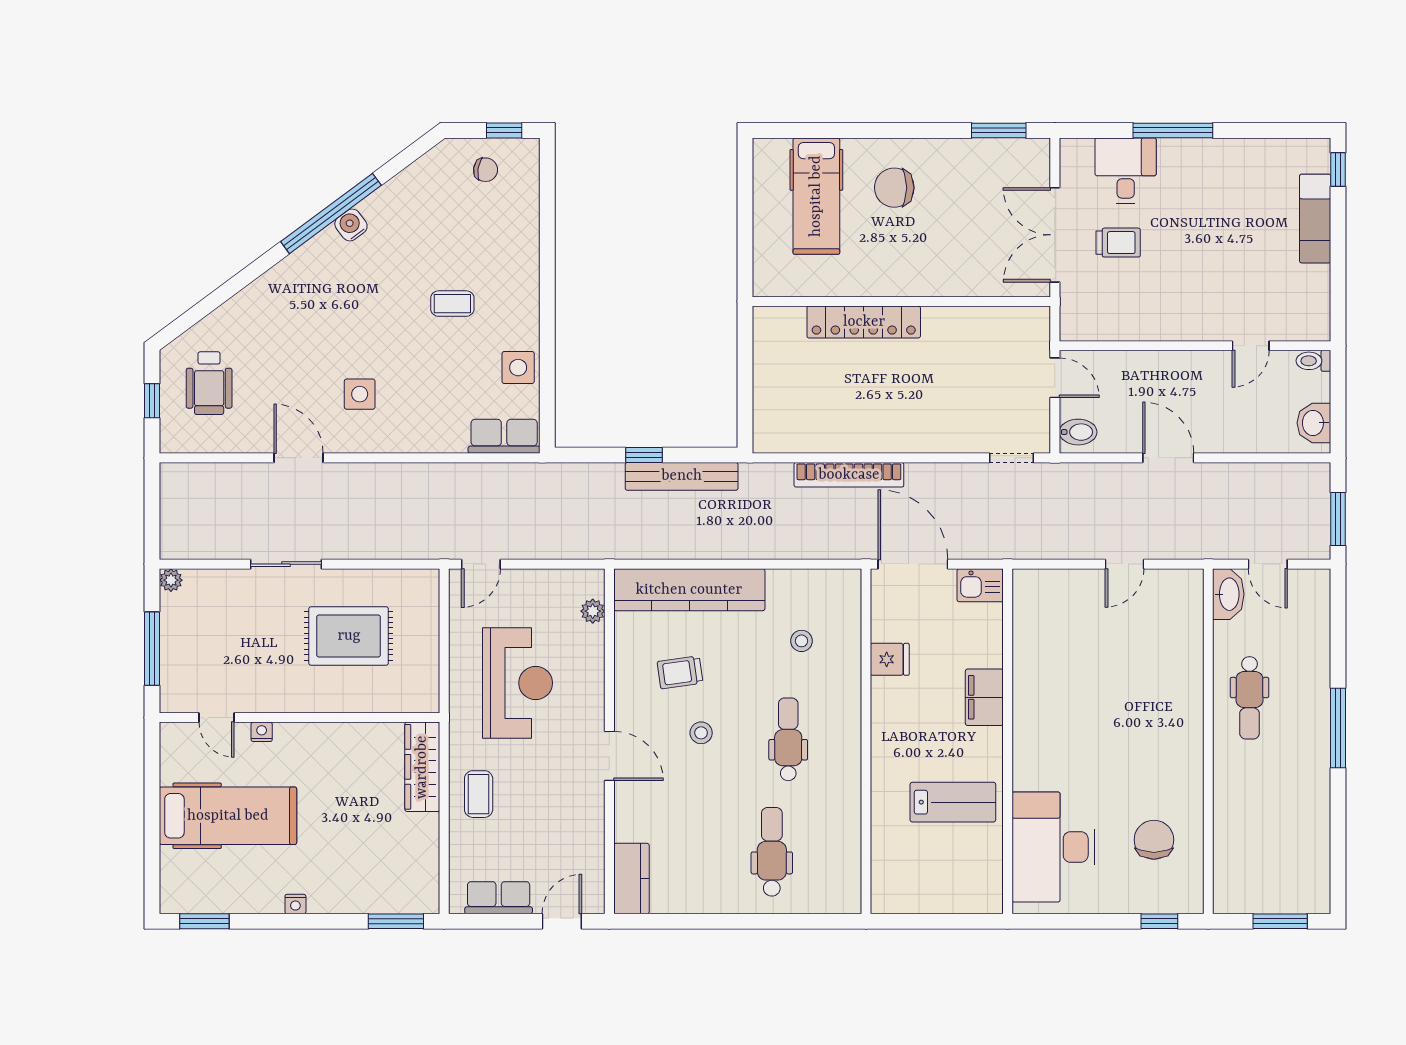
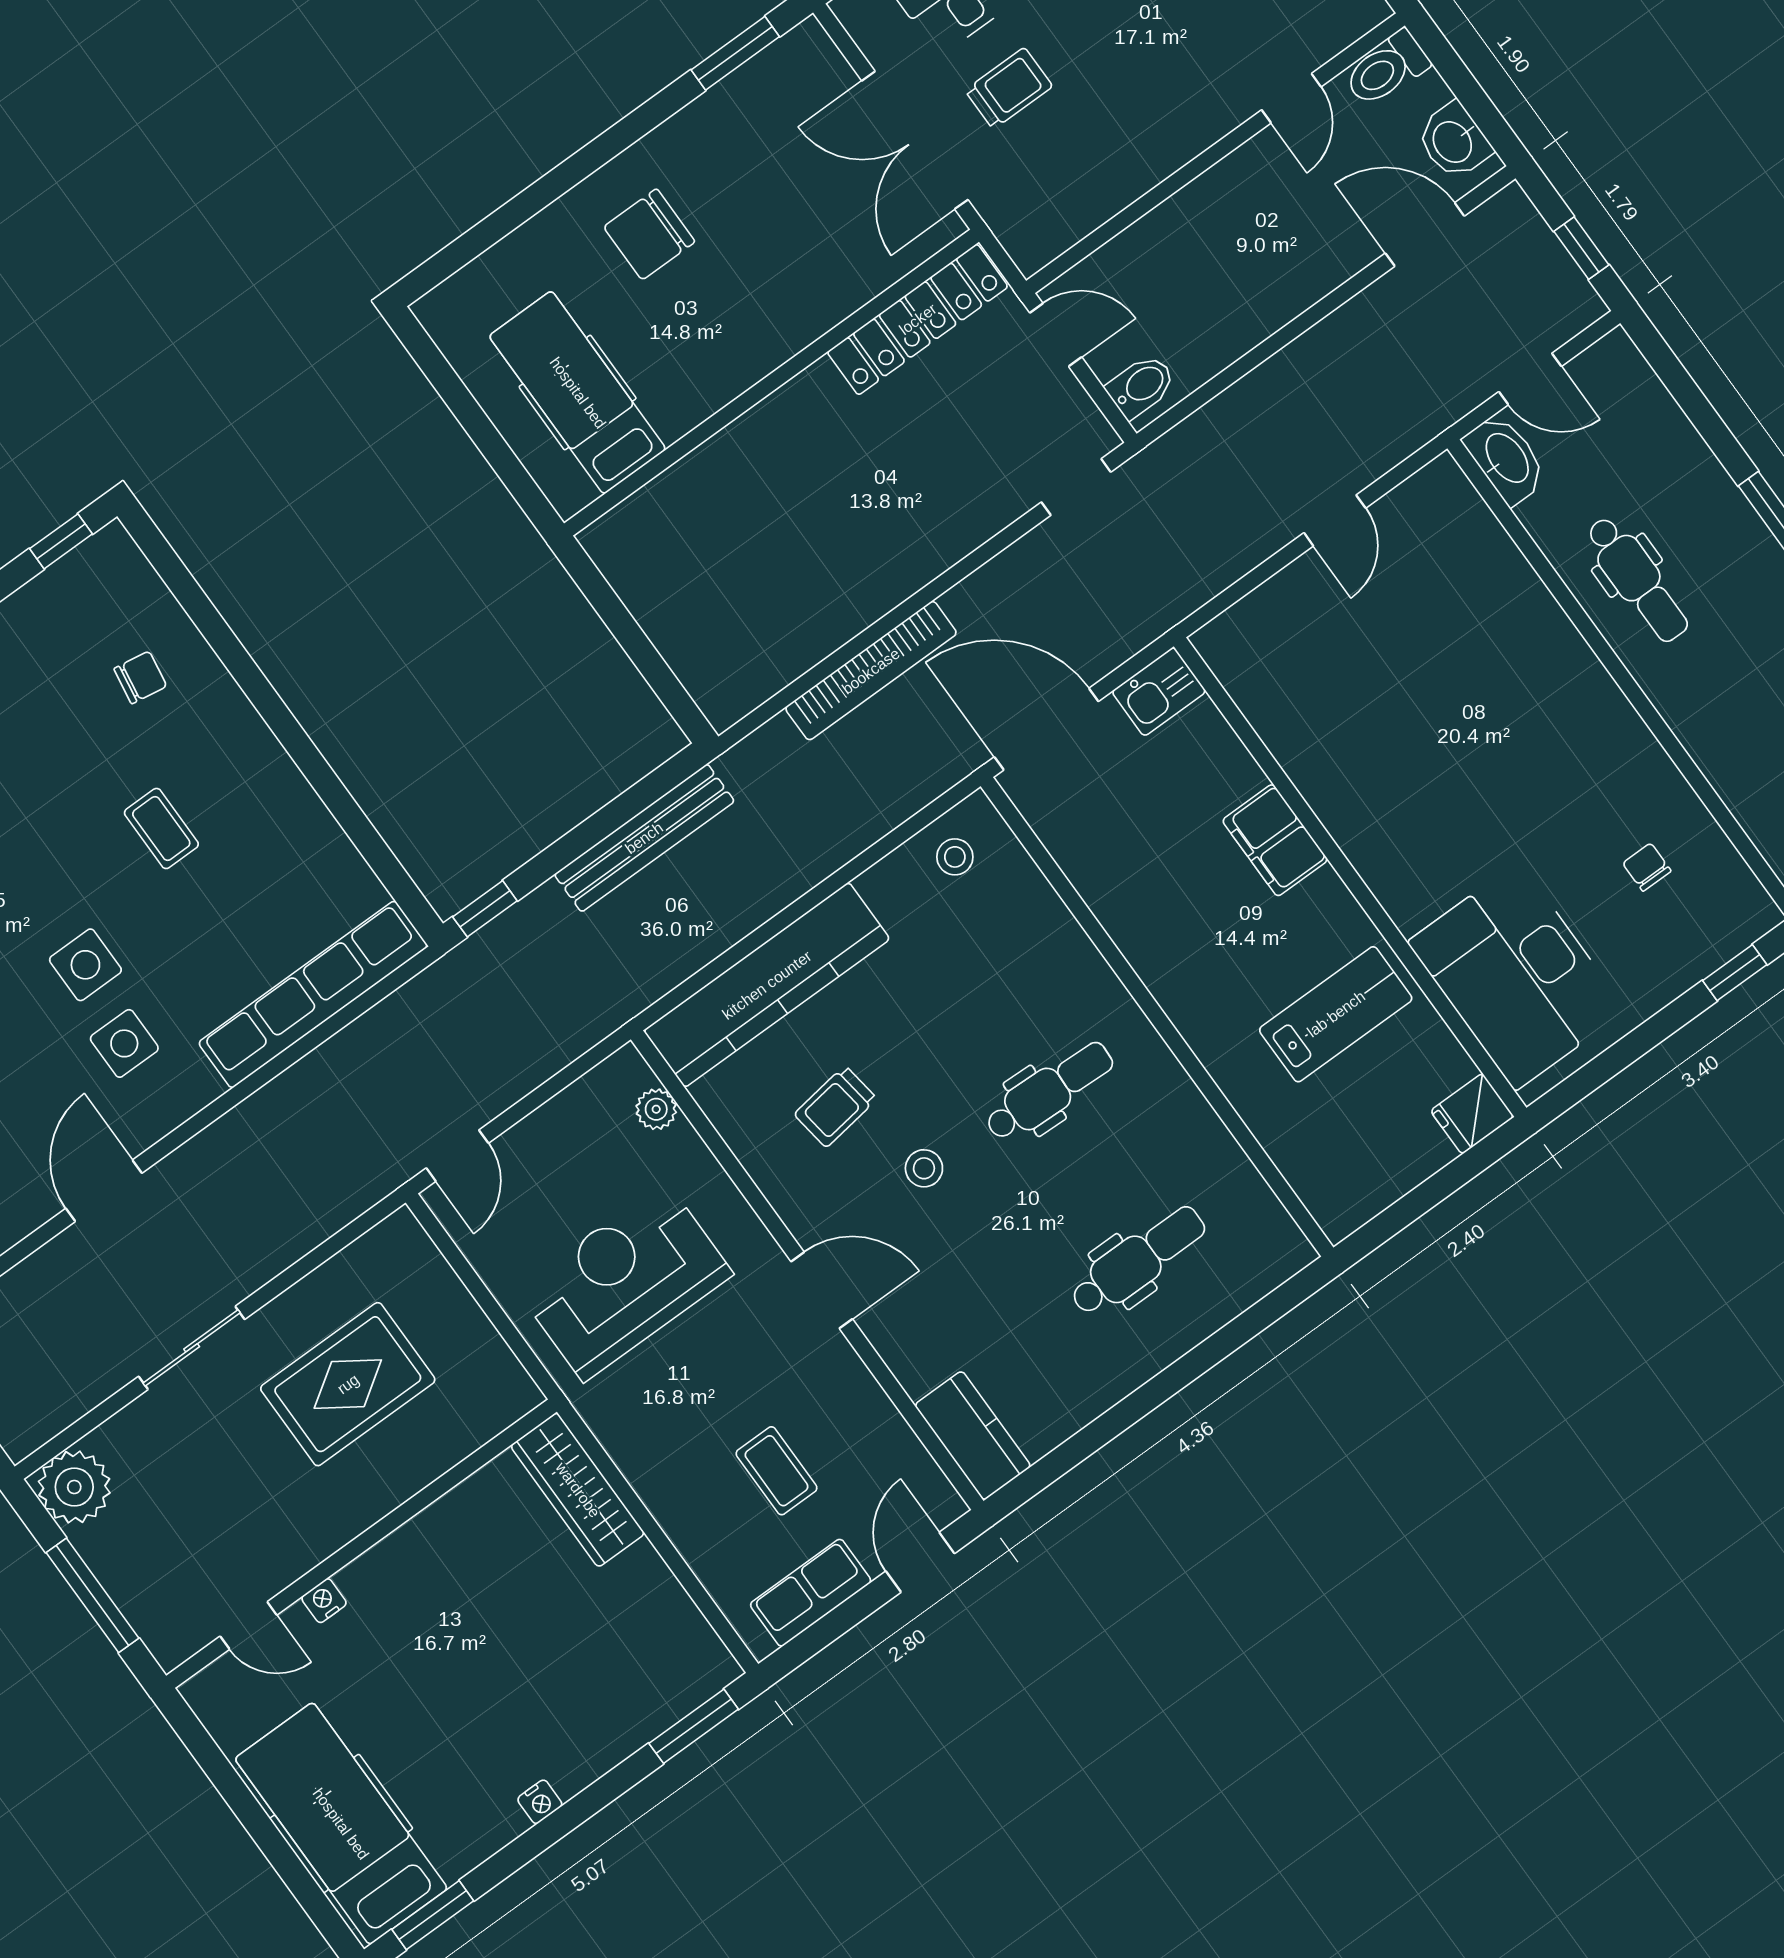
chair: (486, 170) -> (140, 677), moved
hospital bed: (816, 196) -> (578, 393), moved, turned 180
coffee table: (452, 304) -> (161, 828), turned 90
locker: (864, 322) -> (918, 319), moved
toilet: (1313, 361) -> (1387, 69), width x1.37, depth x1.39
side table: (518, 368) -> (85, 965), moved
row of seats: (504, 436) -> (313, 994), width x2.02
window: (644, 455) -> (485, 909), moved
door: (298, 458) -> (104, 1191), hinge flipped
door: (1168, 458) -> (1425, 235), moved
window: (1338, 519) -> (1581, 248), width x0.67
plant: (171, 580) -> (74, 1487), width x1.87, depth x1.87
stool: (802, 641) -> (955, 857), moved
fridge: (890, 659) -> (1472, 1114), moved, turned 180
reception desk: (517, 683) -> (625, 1281), turned -90
dental chair: (788, 739) -> (1049, 1091), turned 92
coffee table: (479, 794) -> (777, 1471), moved
hospital bed: (228, 816) -> (341, 1824), moved, turned -90
chair: (1154, 840) -> (1647, 867), width x0.54, depth x0.54
dental chair: (772, 852) -> (1138, 1261), turned 90

